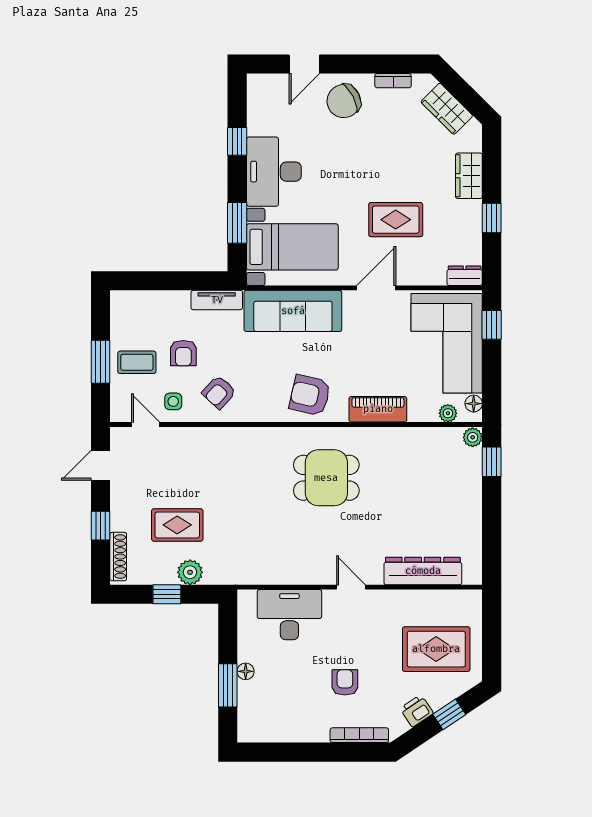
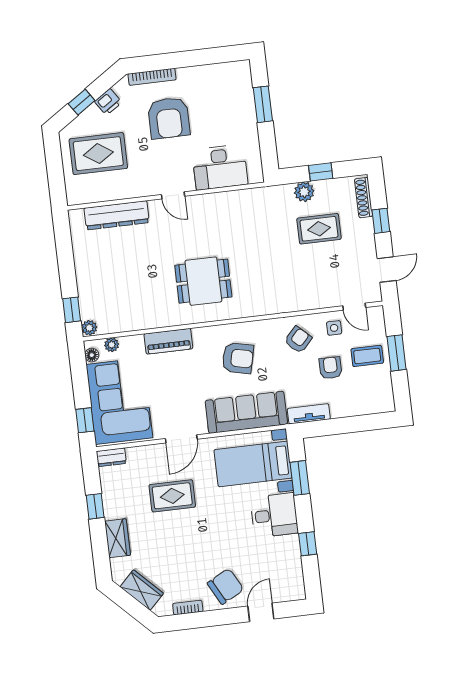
desk: (274, 172) -> (274, 515), width x0.73
armchair: (310, 395) -> (238, 358), moved
floor lamp: (246, 671) -> (250, 117), removed
armchair: (345, 682) -> (169, 118), width x1.88, depth x1.88

